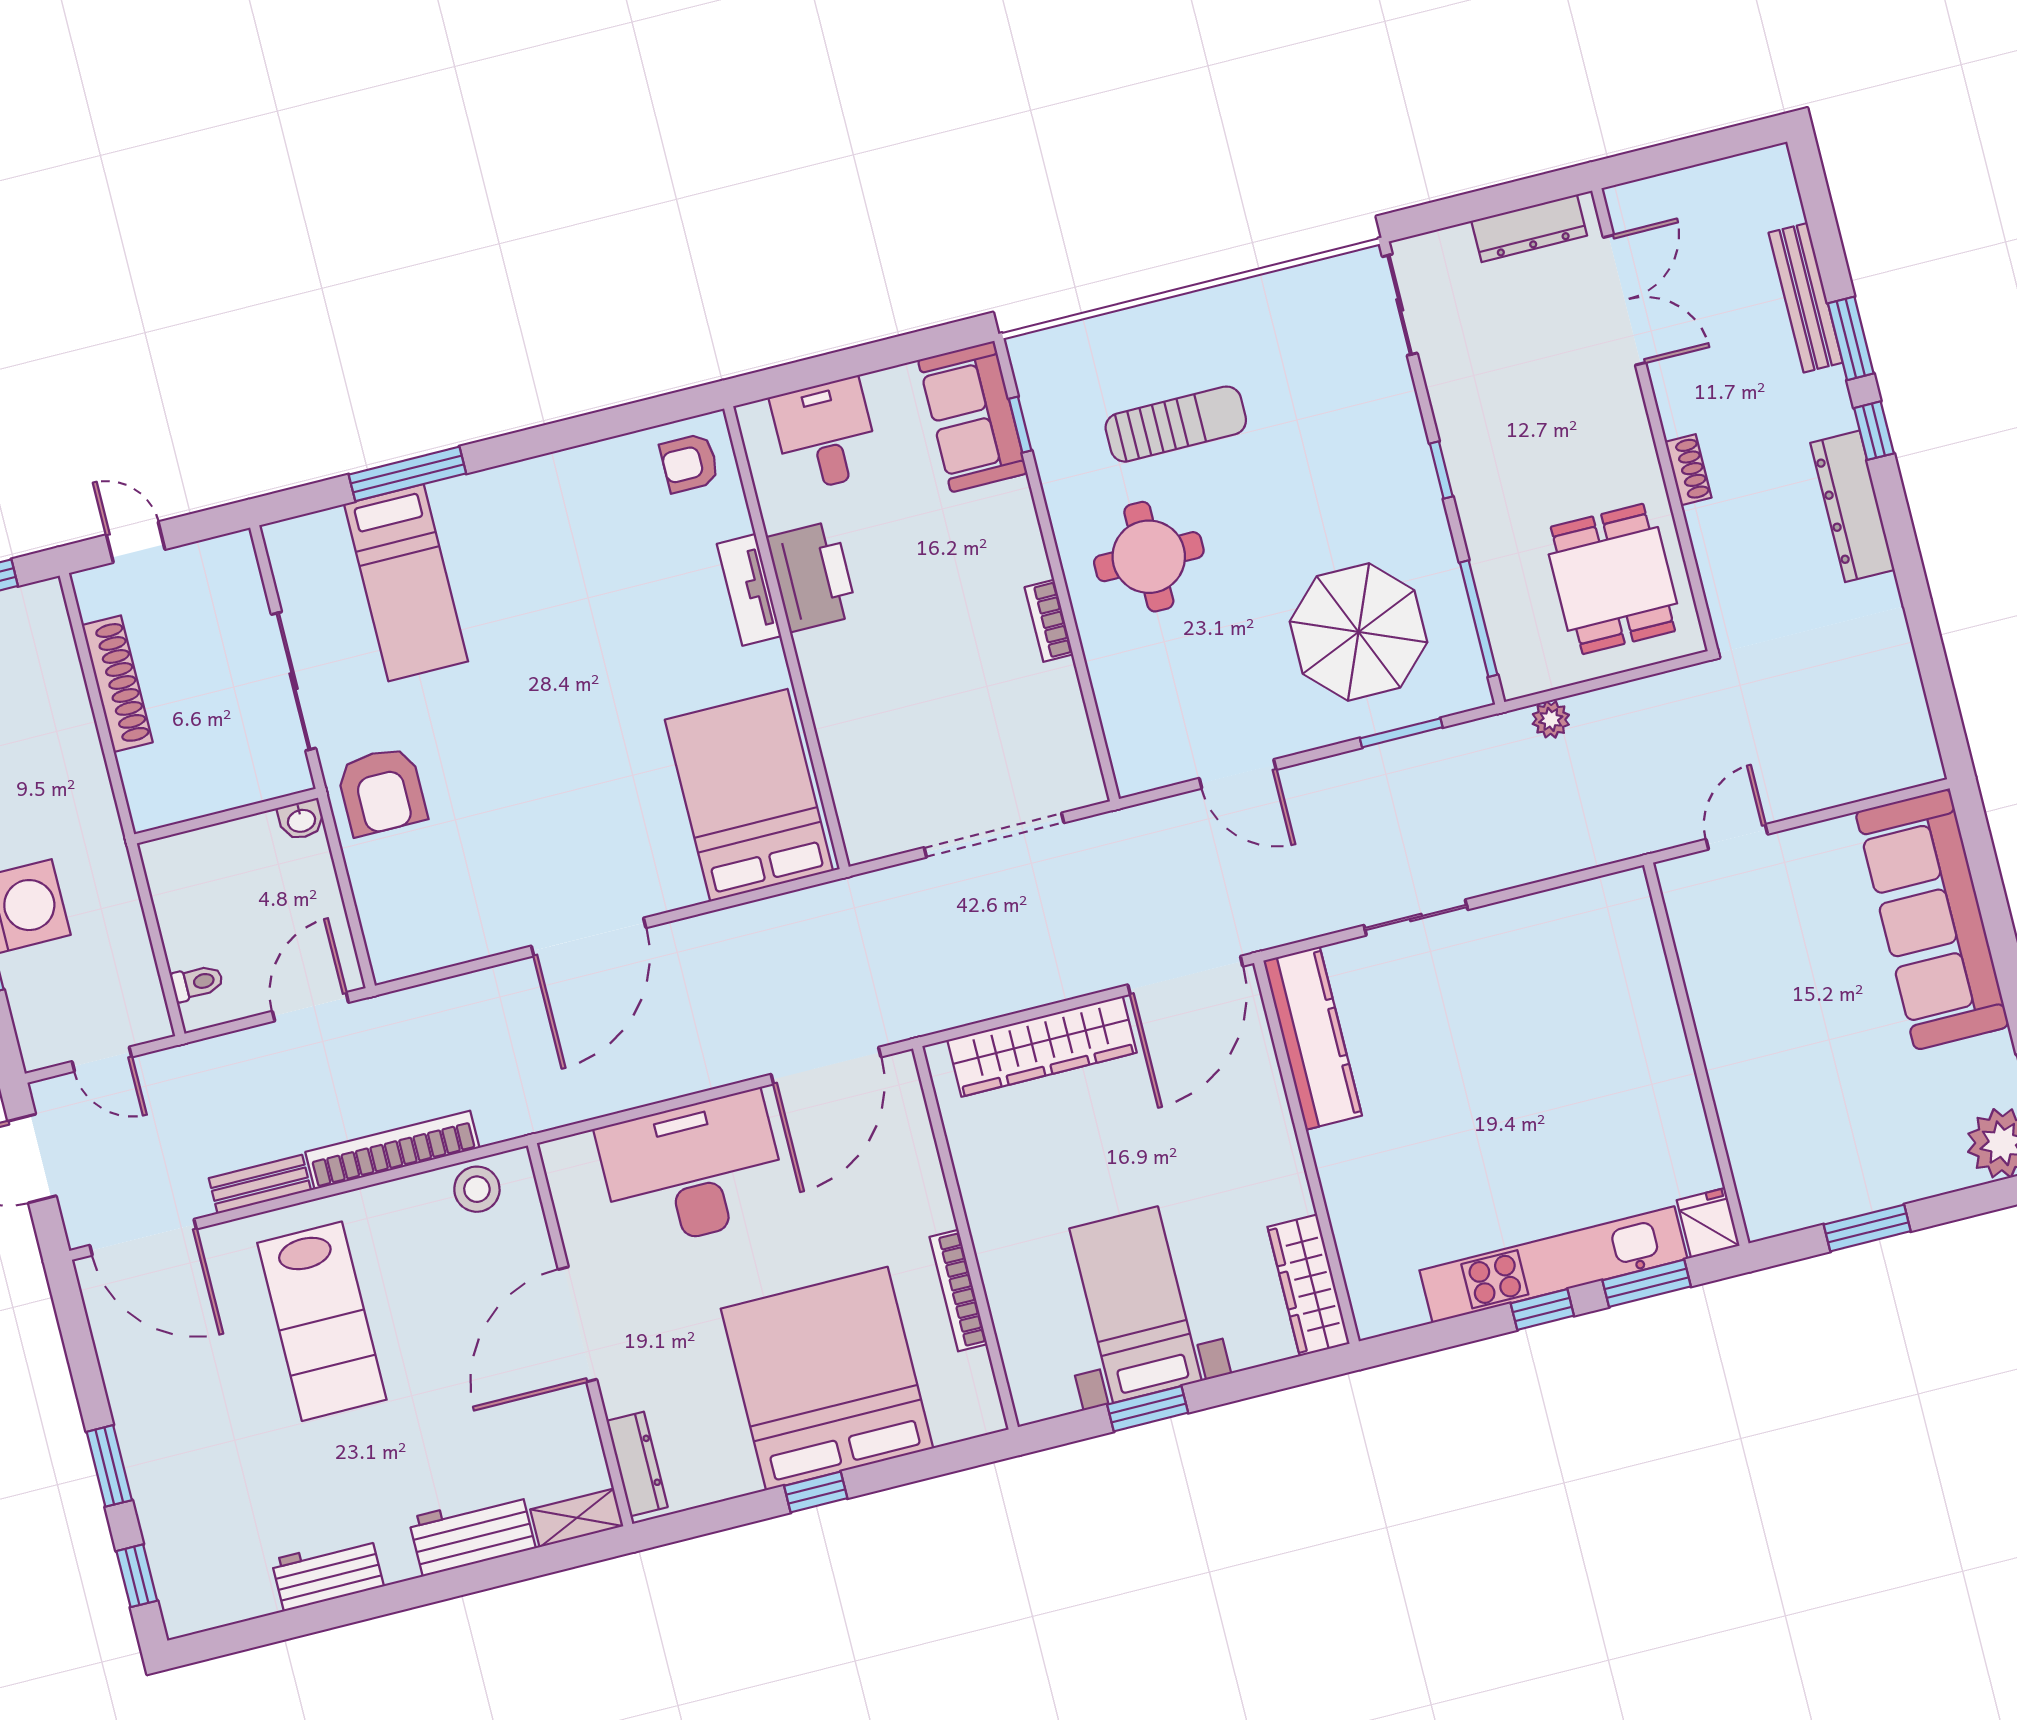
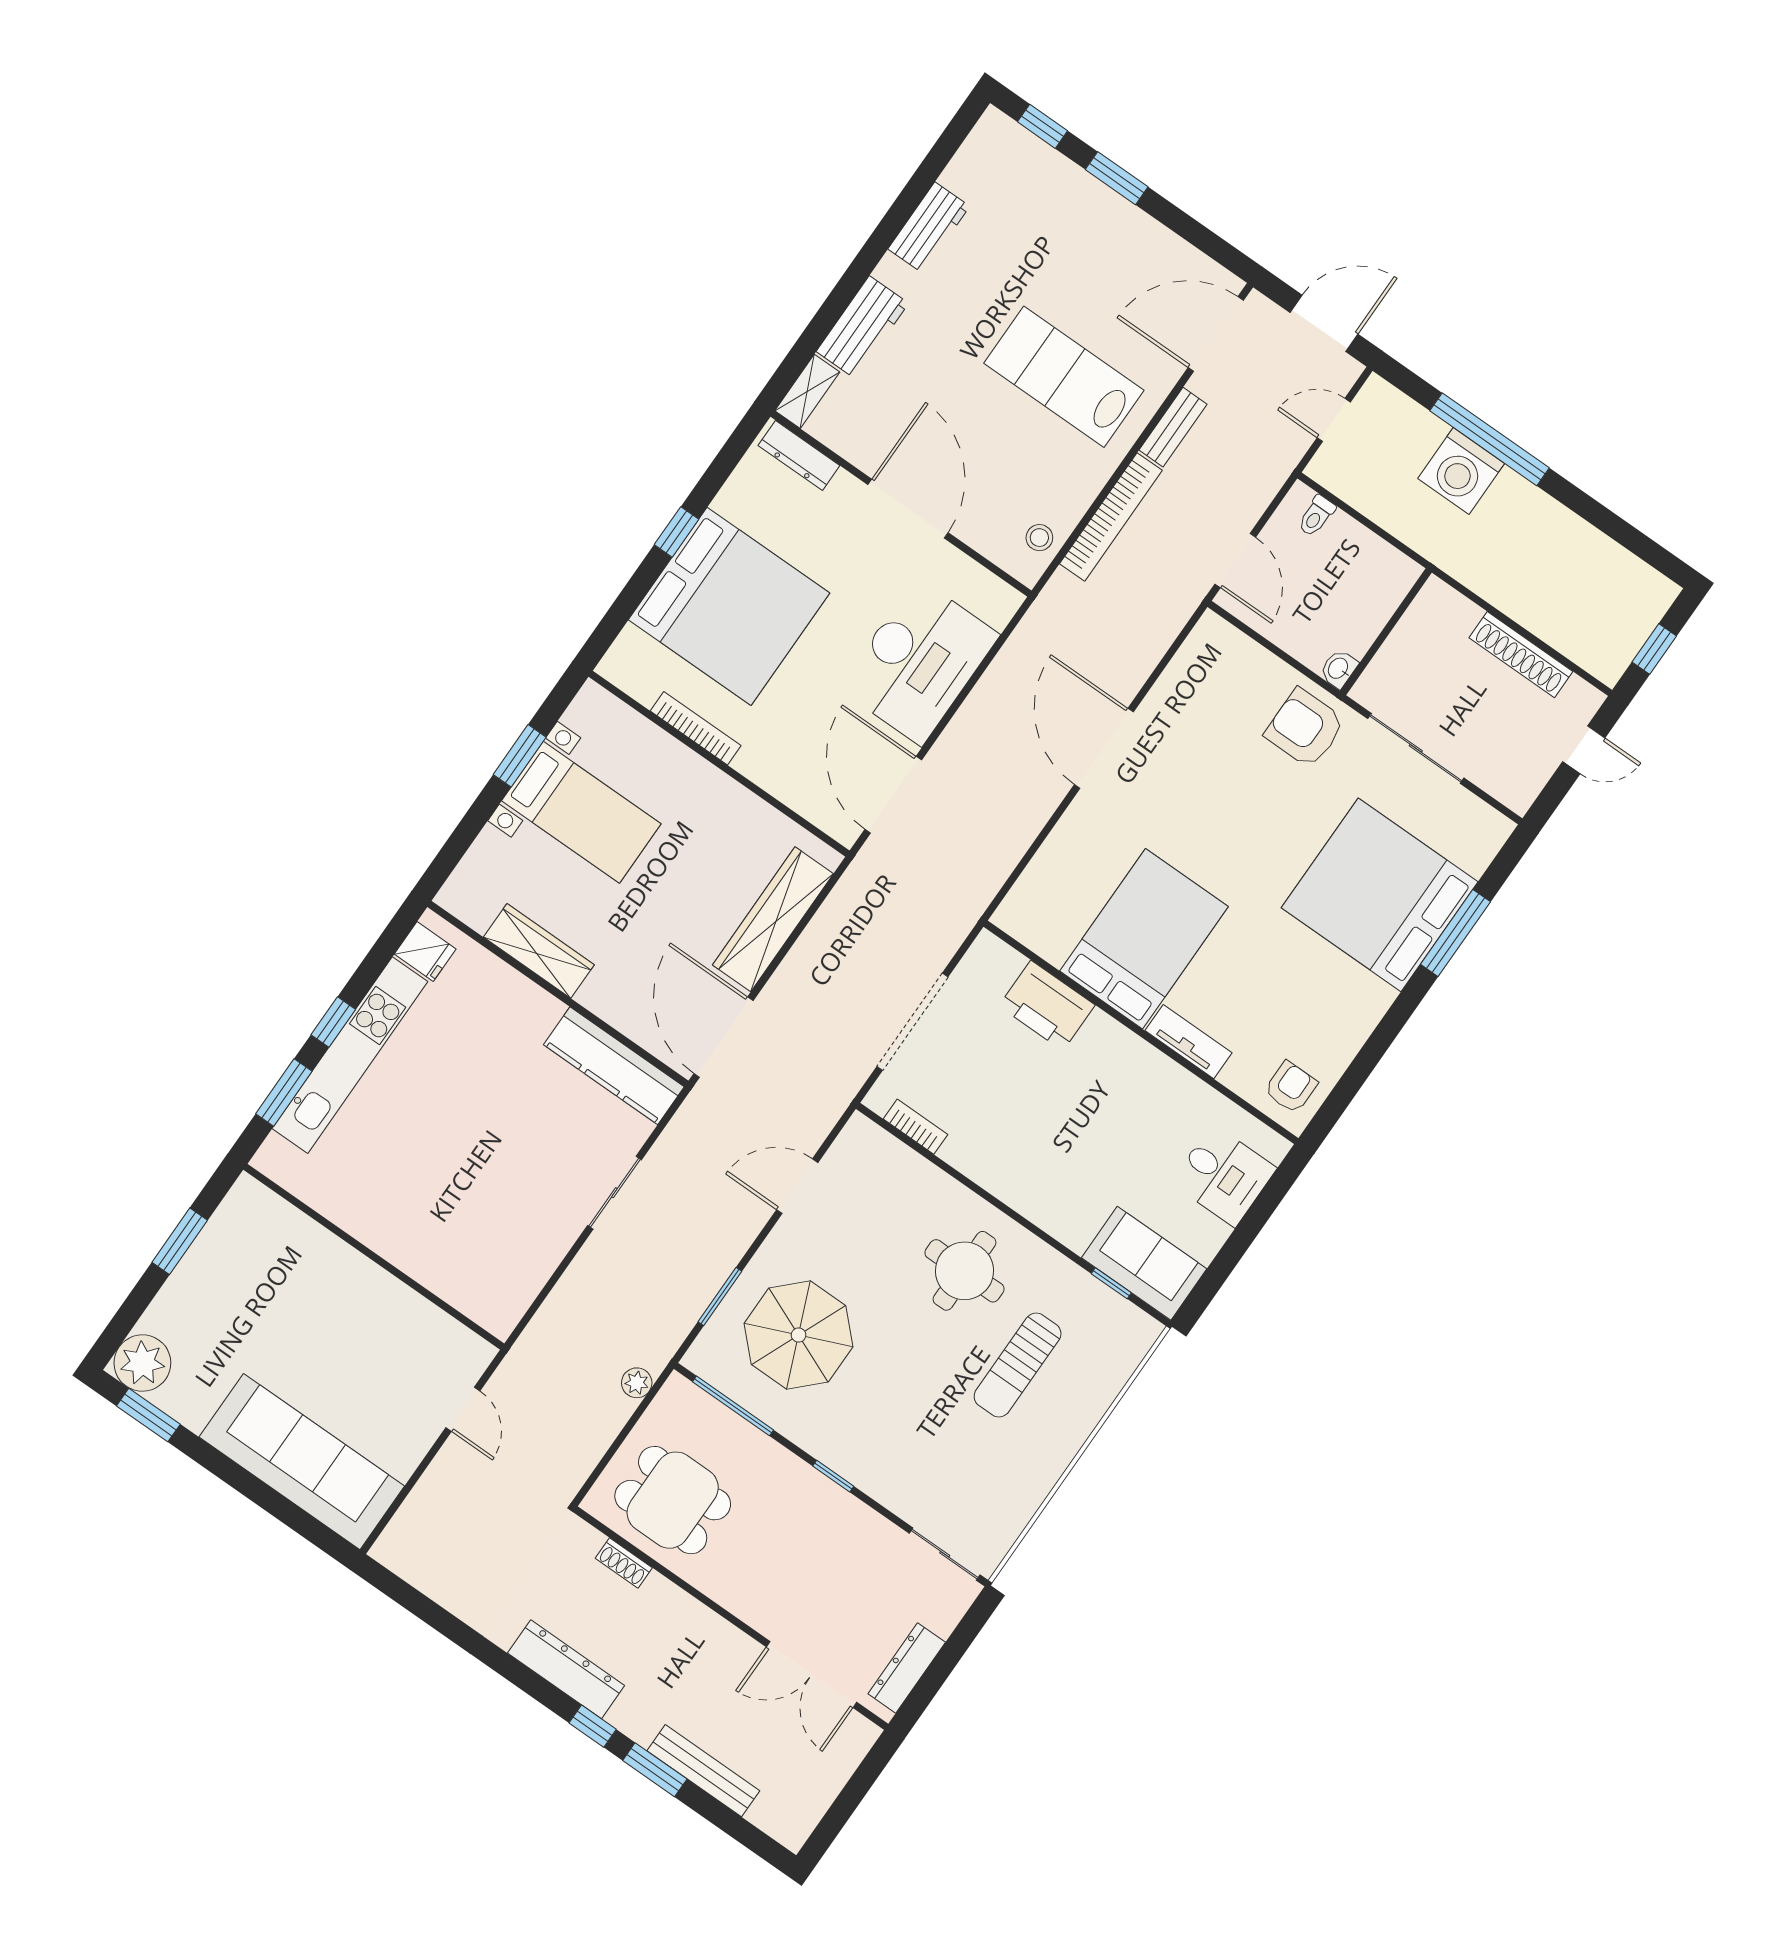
shoe rack: (1688, 470) -> (624, 1563), moved
printer: (812, 576) -> (1047, 1006), moved
bed: (406, 583) -> (1380, 895), width x2.04
bookcase: (1049, 621) -> (916, 1127), moved
bed: (749, 795) -> (1144, 939), moved, turned -90
stool: (477, 1189) -> (1039, 538), width x0.73, depth x0.73
fridge: (1708, 1223) -> (425, 951), moved
wardrobe: (1309, 1285) -> (539, 951), moved

